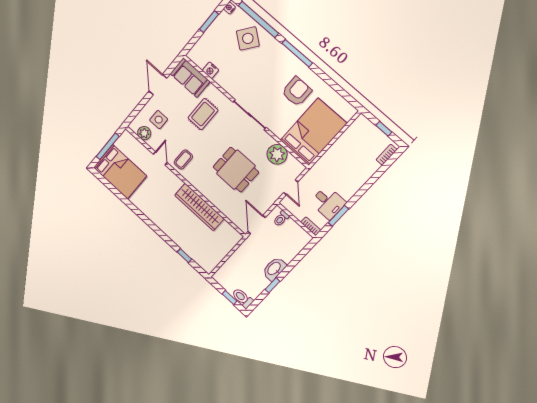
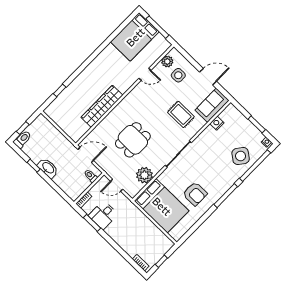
coffee table: (183, 160) -> (143, 95), removed

